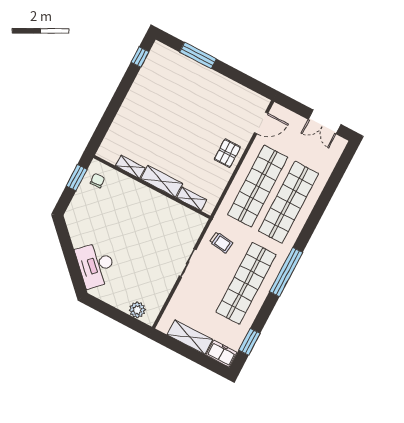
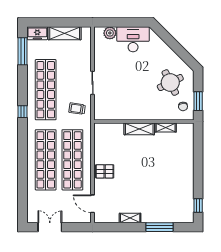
door: (261, 123) -> (93, 204), hinge flipped
pallet: (227, 153) -> (105, 171), turned 90
shelving: (192, 199) -> (130, 218), moved
round table: (98, 216) -> (170, 83), added
desk: (96, 265) -> (133, 39), moved, turned -45
window: (286, 272) -> (23, 112), width x0.32
window: (249, 342) -> (23, 51), width x1.44

